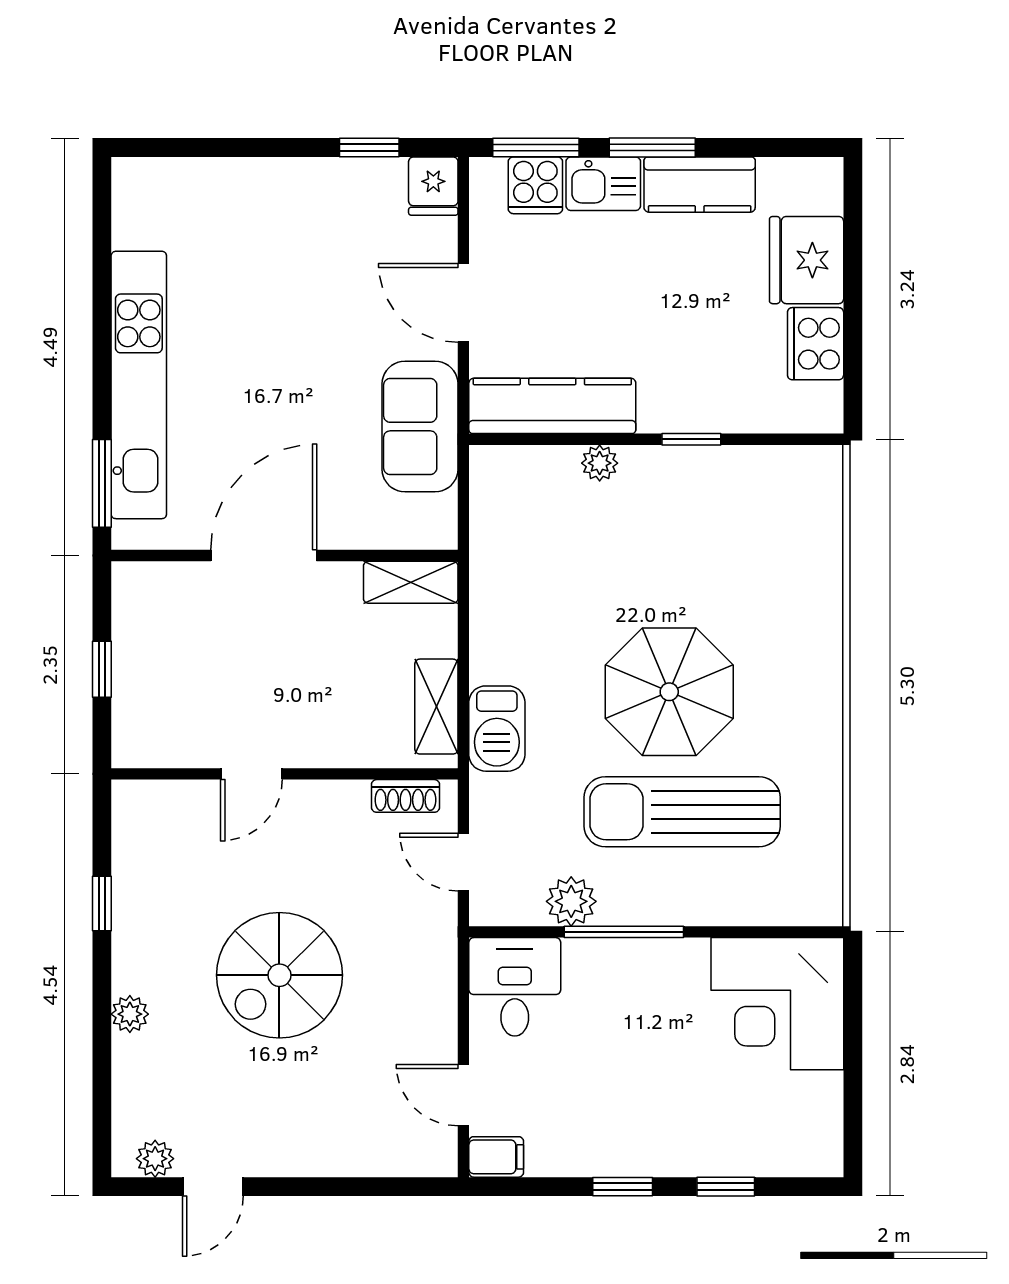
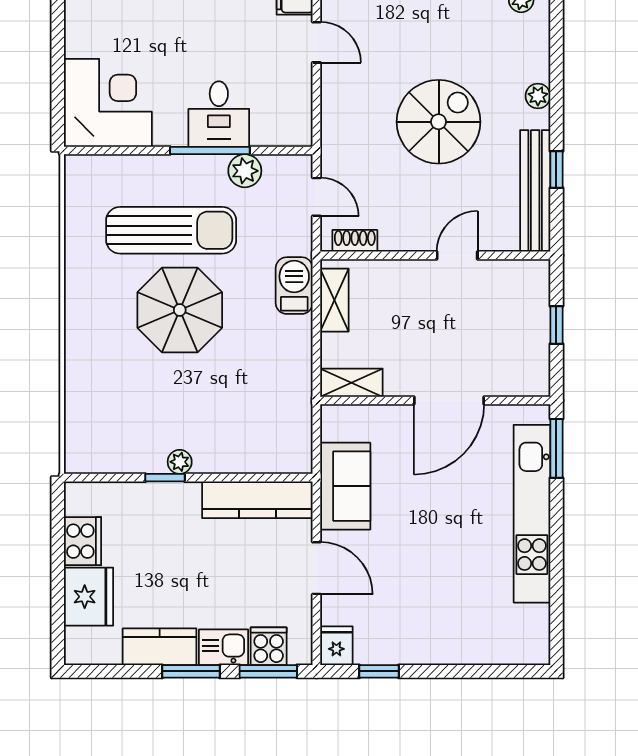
plant: (600, 463) -> (180, 462), moved
bench: (134, 871) -> (535, 191), added
desk: (515, 987) -> (219, 114), moved

